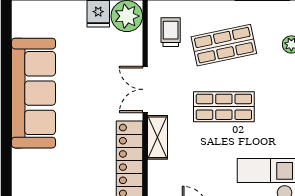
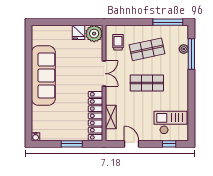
double door: (145, 89) -> (104, 74), swing flipped
shelving: (158, 137) -> (111, 117), moved

